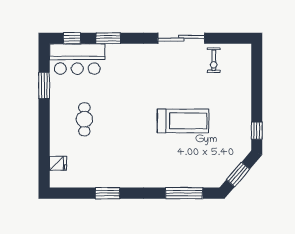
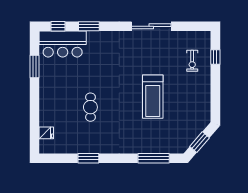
exercise bike: (214, 60) -> (192, 61), moved
cafe table: (84, 119) -> (90, 107), moved
treadmill: (183, 121) -> (153, 97), turned 90
window: (257, 131) -> (215, 57), moved

